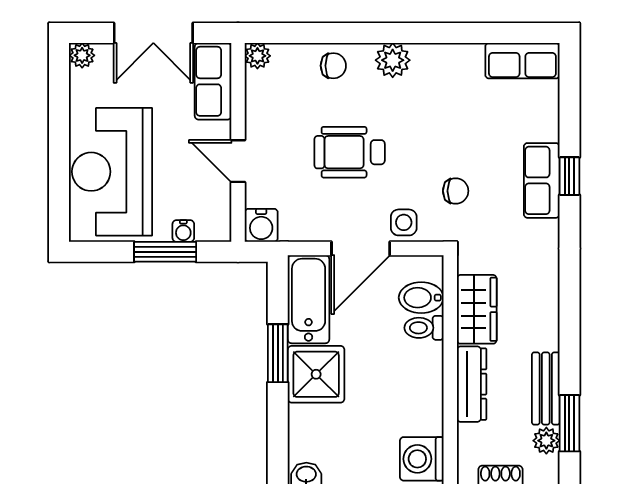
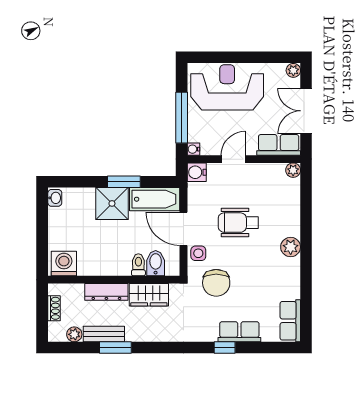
chair: (333, 66) -> (287, 213), removed
wheelchair: (350, 152) -> (238, 223), turned -90
row of seats: (542, 180) -> (239, 332), moved
chair: (456, 191) -> (216, 283), width x1.87, depth x1.87
water cooler: (183, 231) -> (193, 149), moved
window: (165, 252) -> (182, 118), width x1.44
window: (569, 423) -> (115, 348), moved

